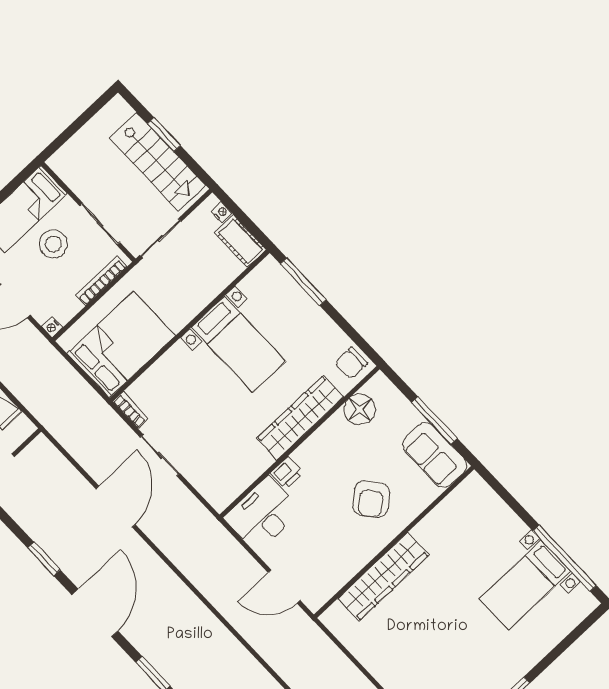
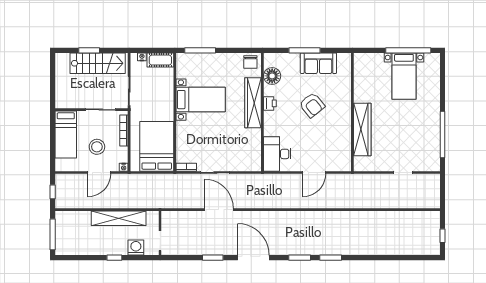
stool: (53, 244) -> (97, 147), moved
printer: (287, 473) -> (270, 103), moved
wall: (394, 542) -> (352, 112), moved
wardrobe: (383, 577) -> (362, 129), moved

